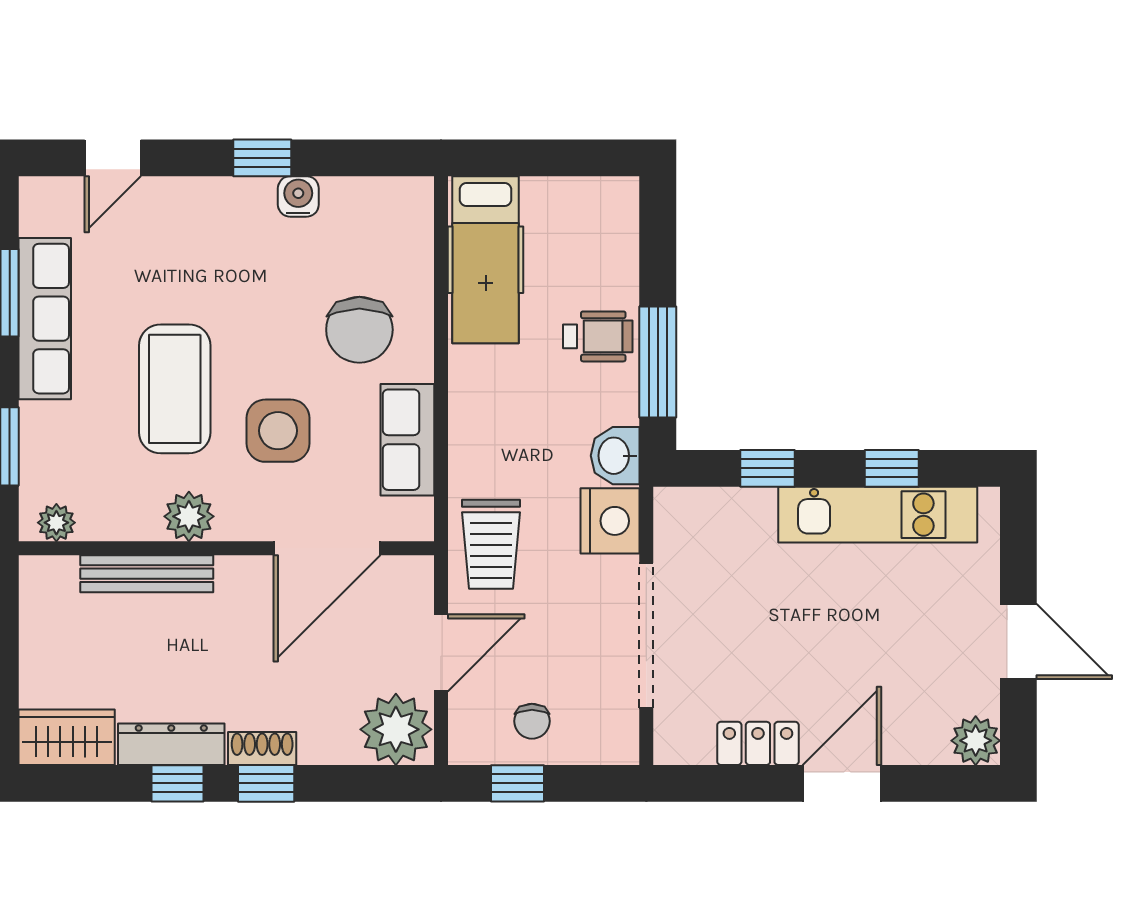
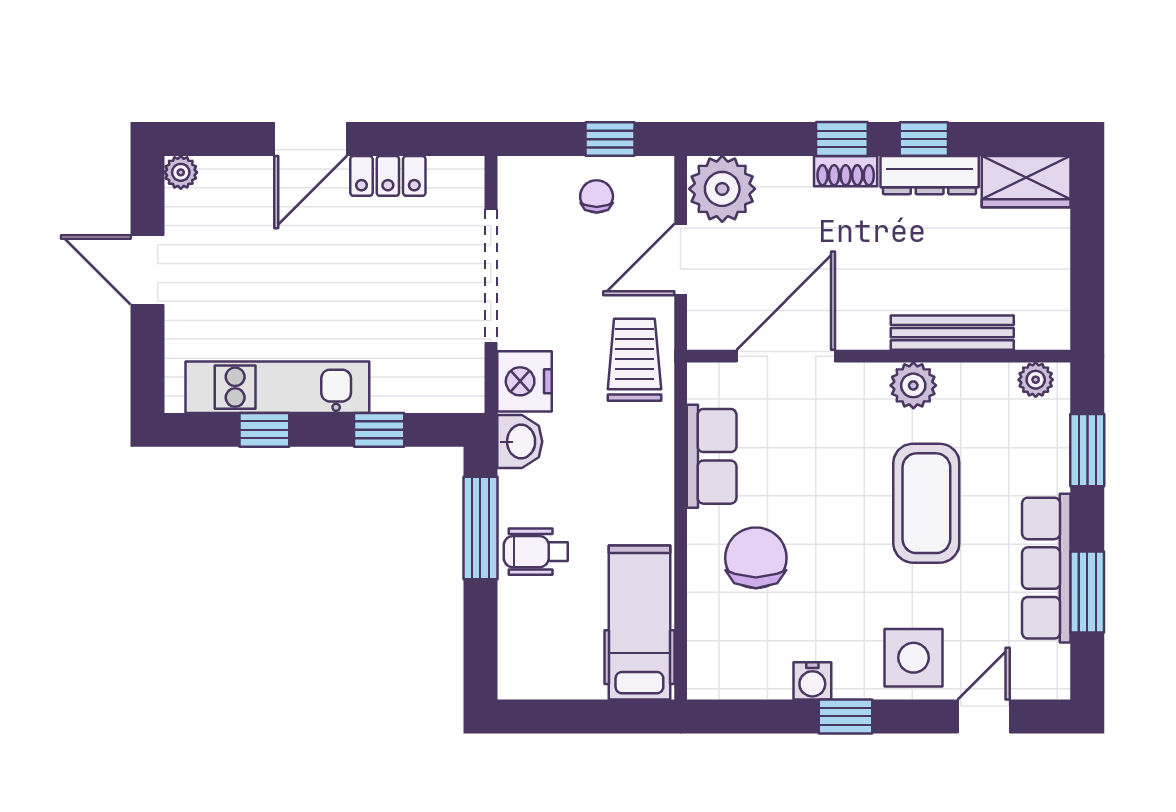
side table: (278, 431) -> (914, 658), moved
plant: (976, 741) -> (181, 172), width x0.73, depth x0.73

